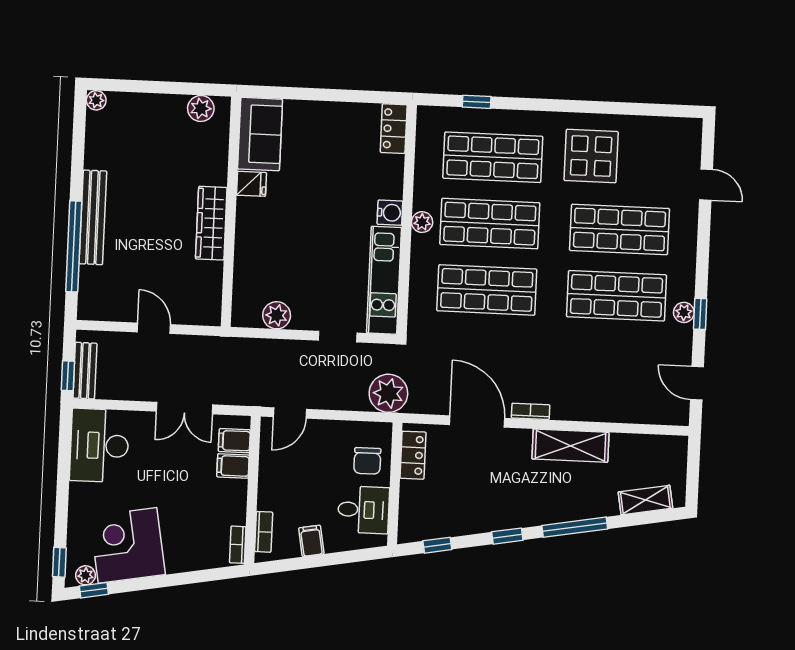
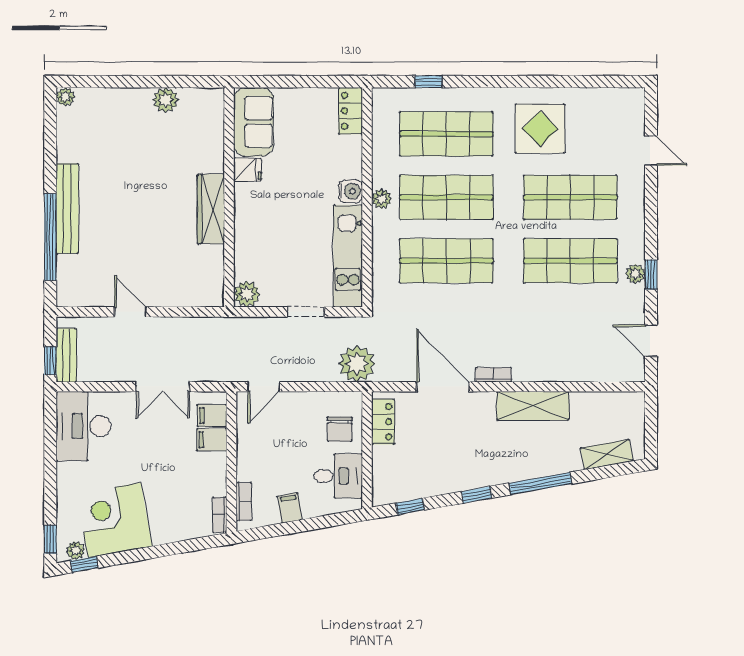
sofa: (260, 134) -> (254, 122), moved
fridge: (251, 184) -> (247, 170), moved
wall: (231, 212) -> (229, 197), moved
wardrobe: (211, 223) -> (211, 209), moved

